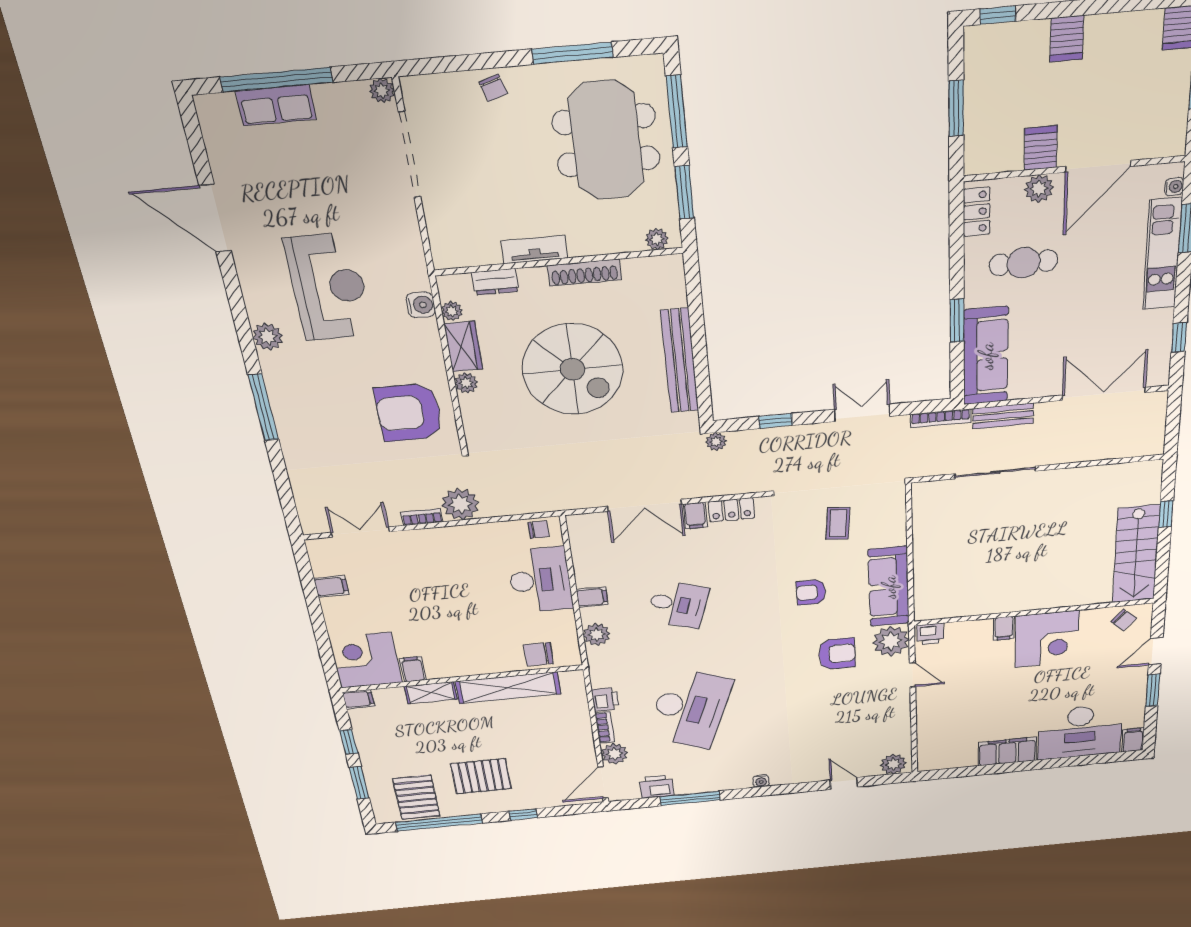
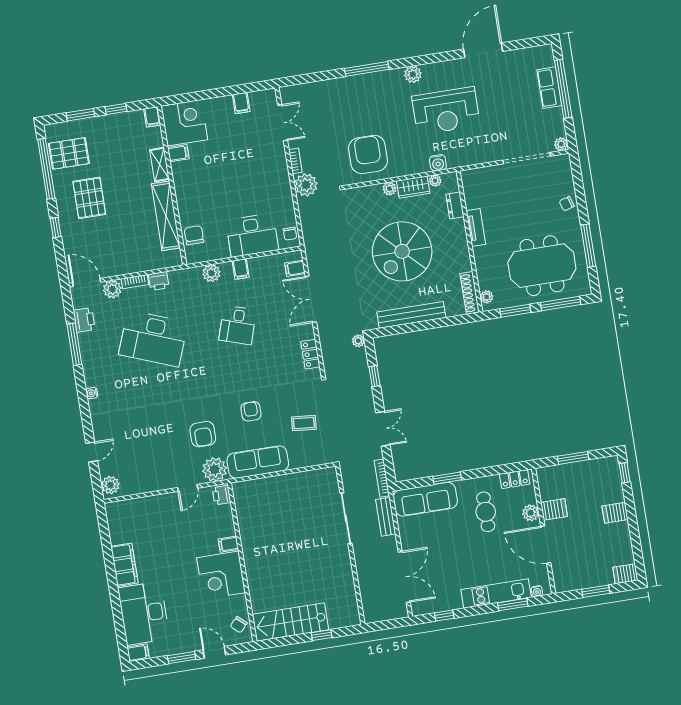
shoe rack: (584, 273) -> (470, 293), moved
filing cabinet: (695, 516) -> (295, 268), moved

